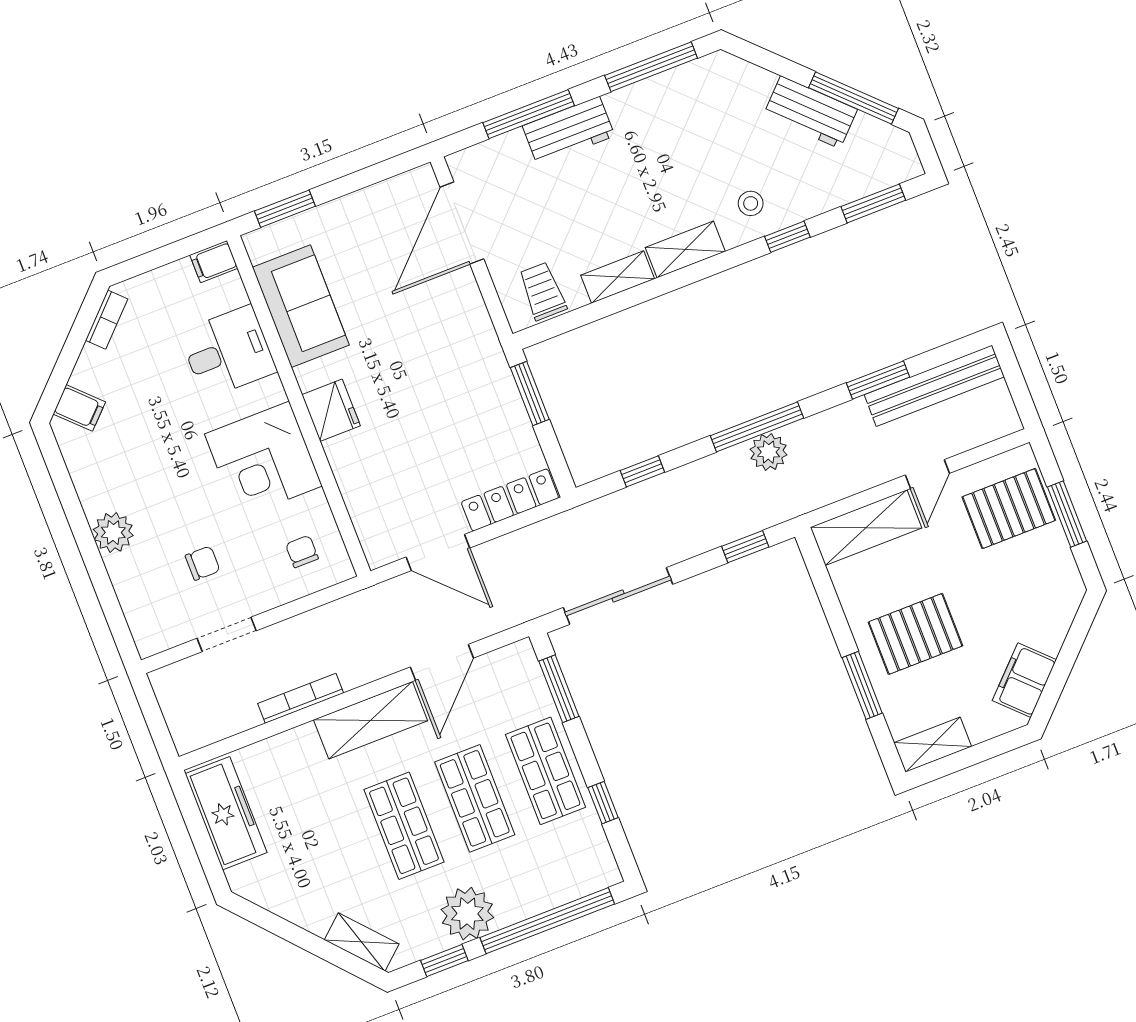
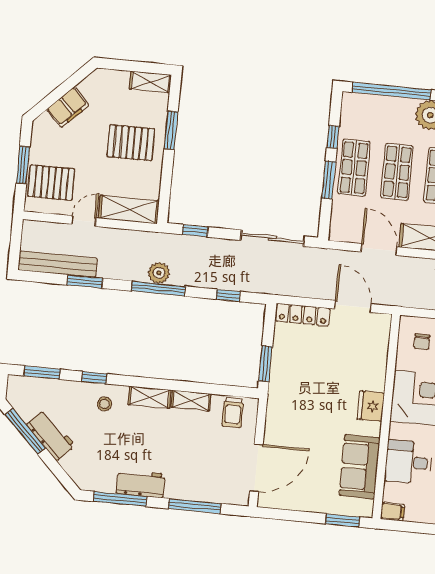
workbench: (569, 131) -> (141, 484), moved
door: (442, 662) -> (379, 249), hinge flipped
filing cabinet: (1024, 680) -> (68, 107), moved
window: (559, 689) -> (329, 180), moved

